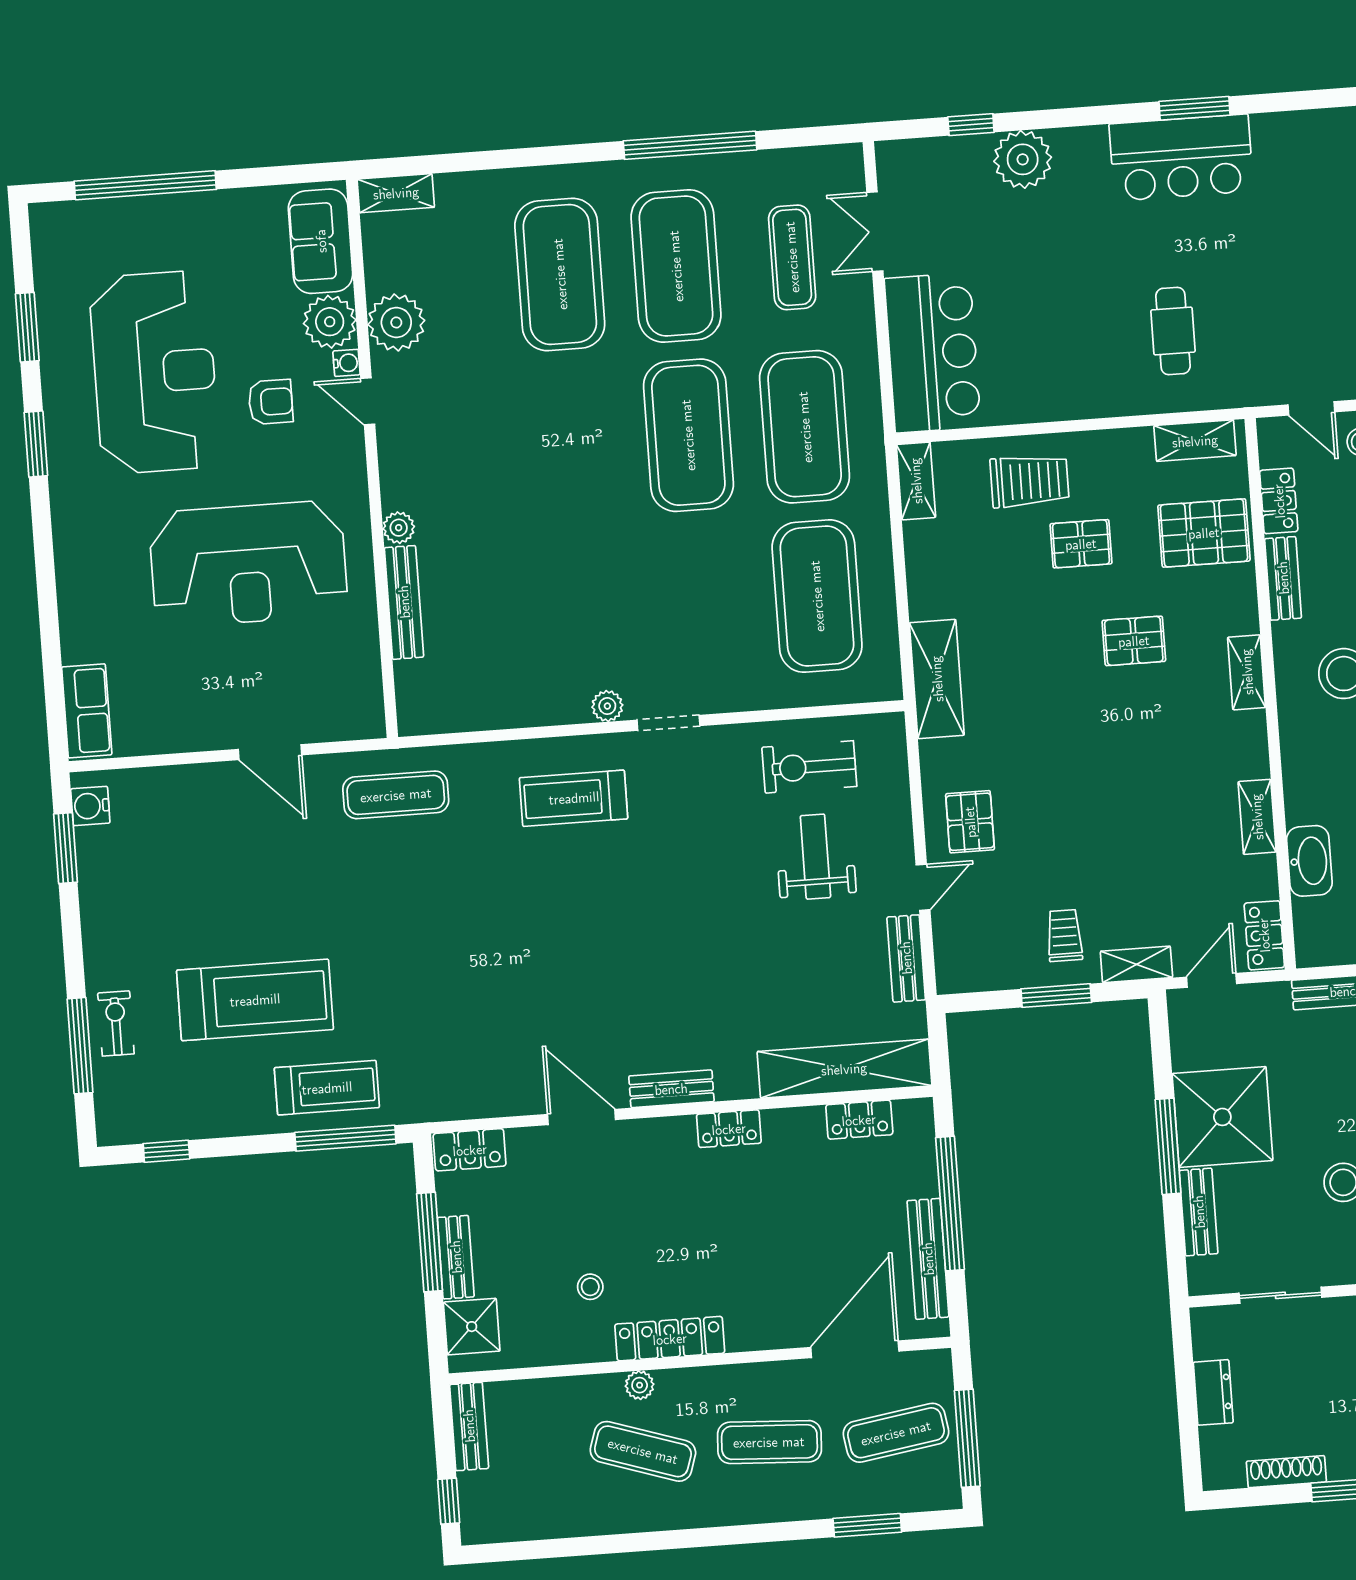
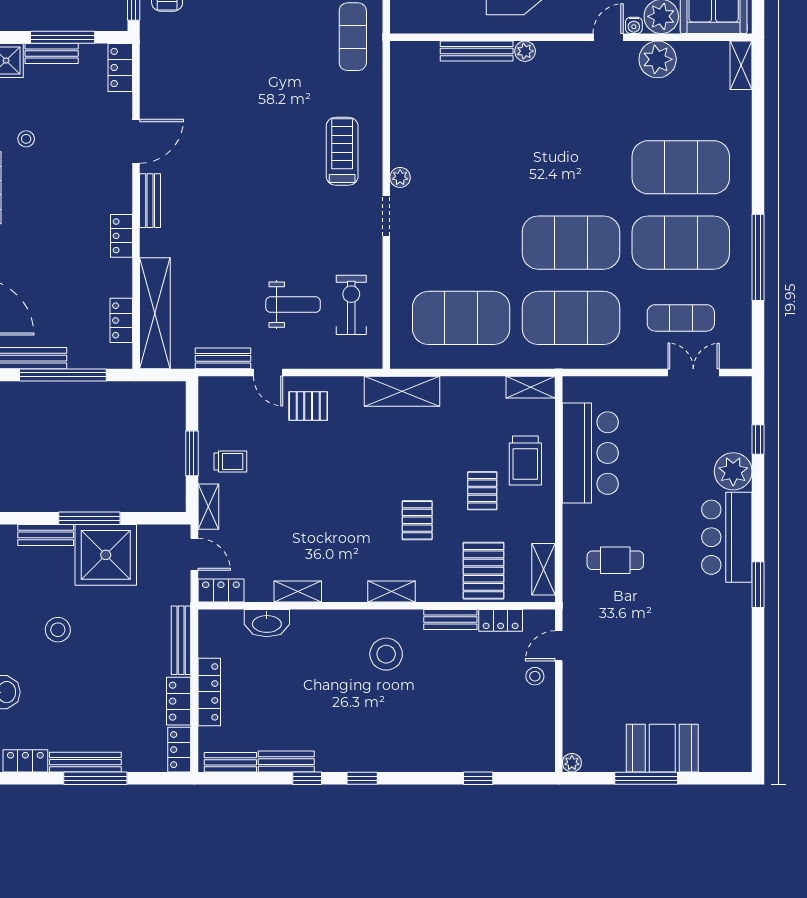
bar counter: (1181, 157) -> (727, 537), moved
bar counter: (933, 353) -> (590, 453), moved, turned -90

